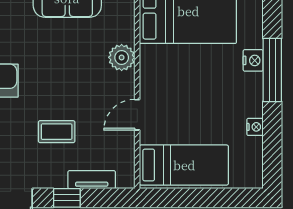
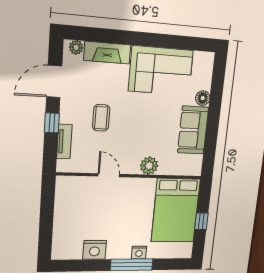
nightstand: (255, 127) -> (95, 250), width x1.89, depth x1.79
bed: (184, 165) -> (71, 207), removed

